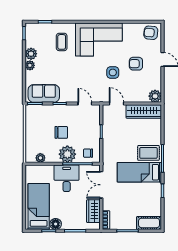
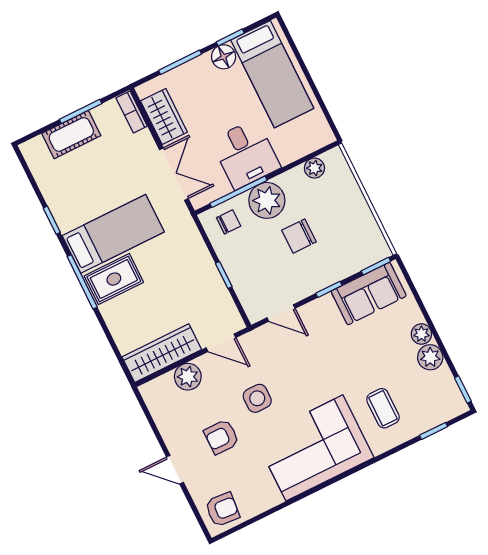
armchair: (136, 64) -> (221, 437), turned 180
plant: (155, 96) -> (188, 377), moved
cot: (149, 223) -> (71, 134), moved

